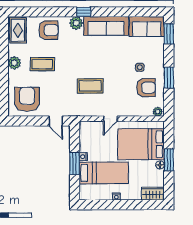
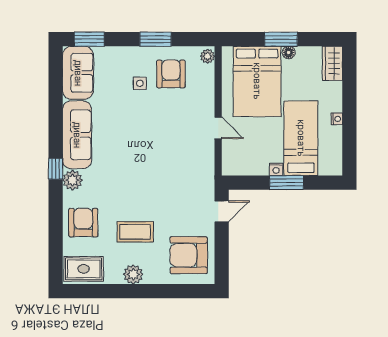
coffee table: (42, 64) -> (135, 232), turned 90
coffee table: (90, 86) -> (168, 159), removed

